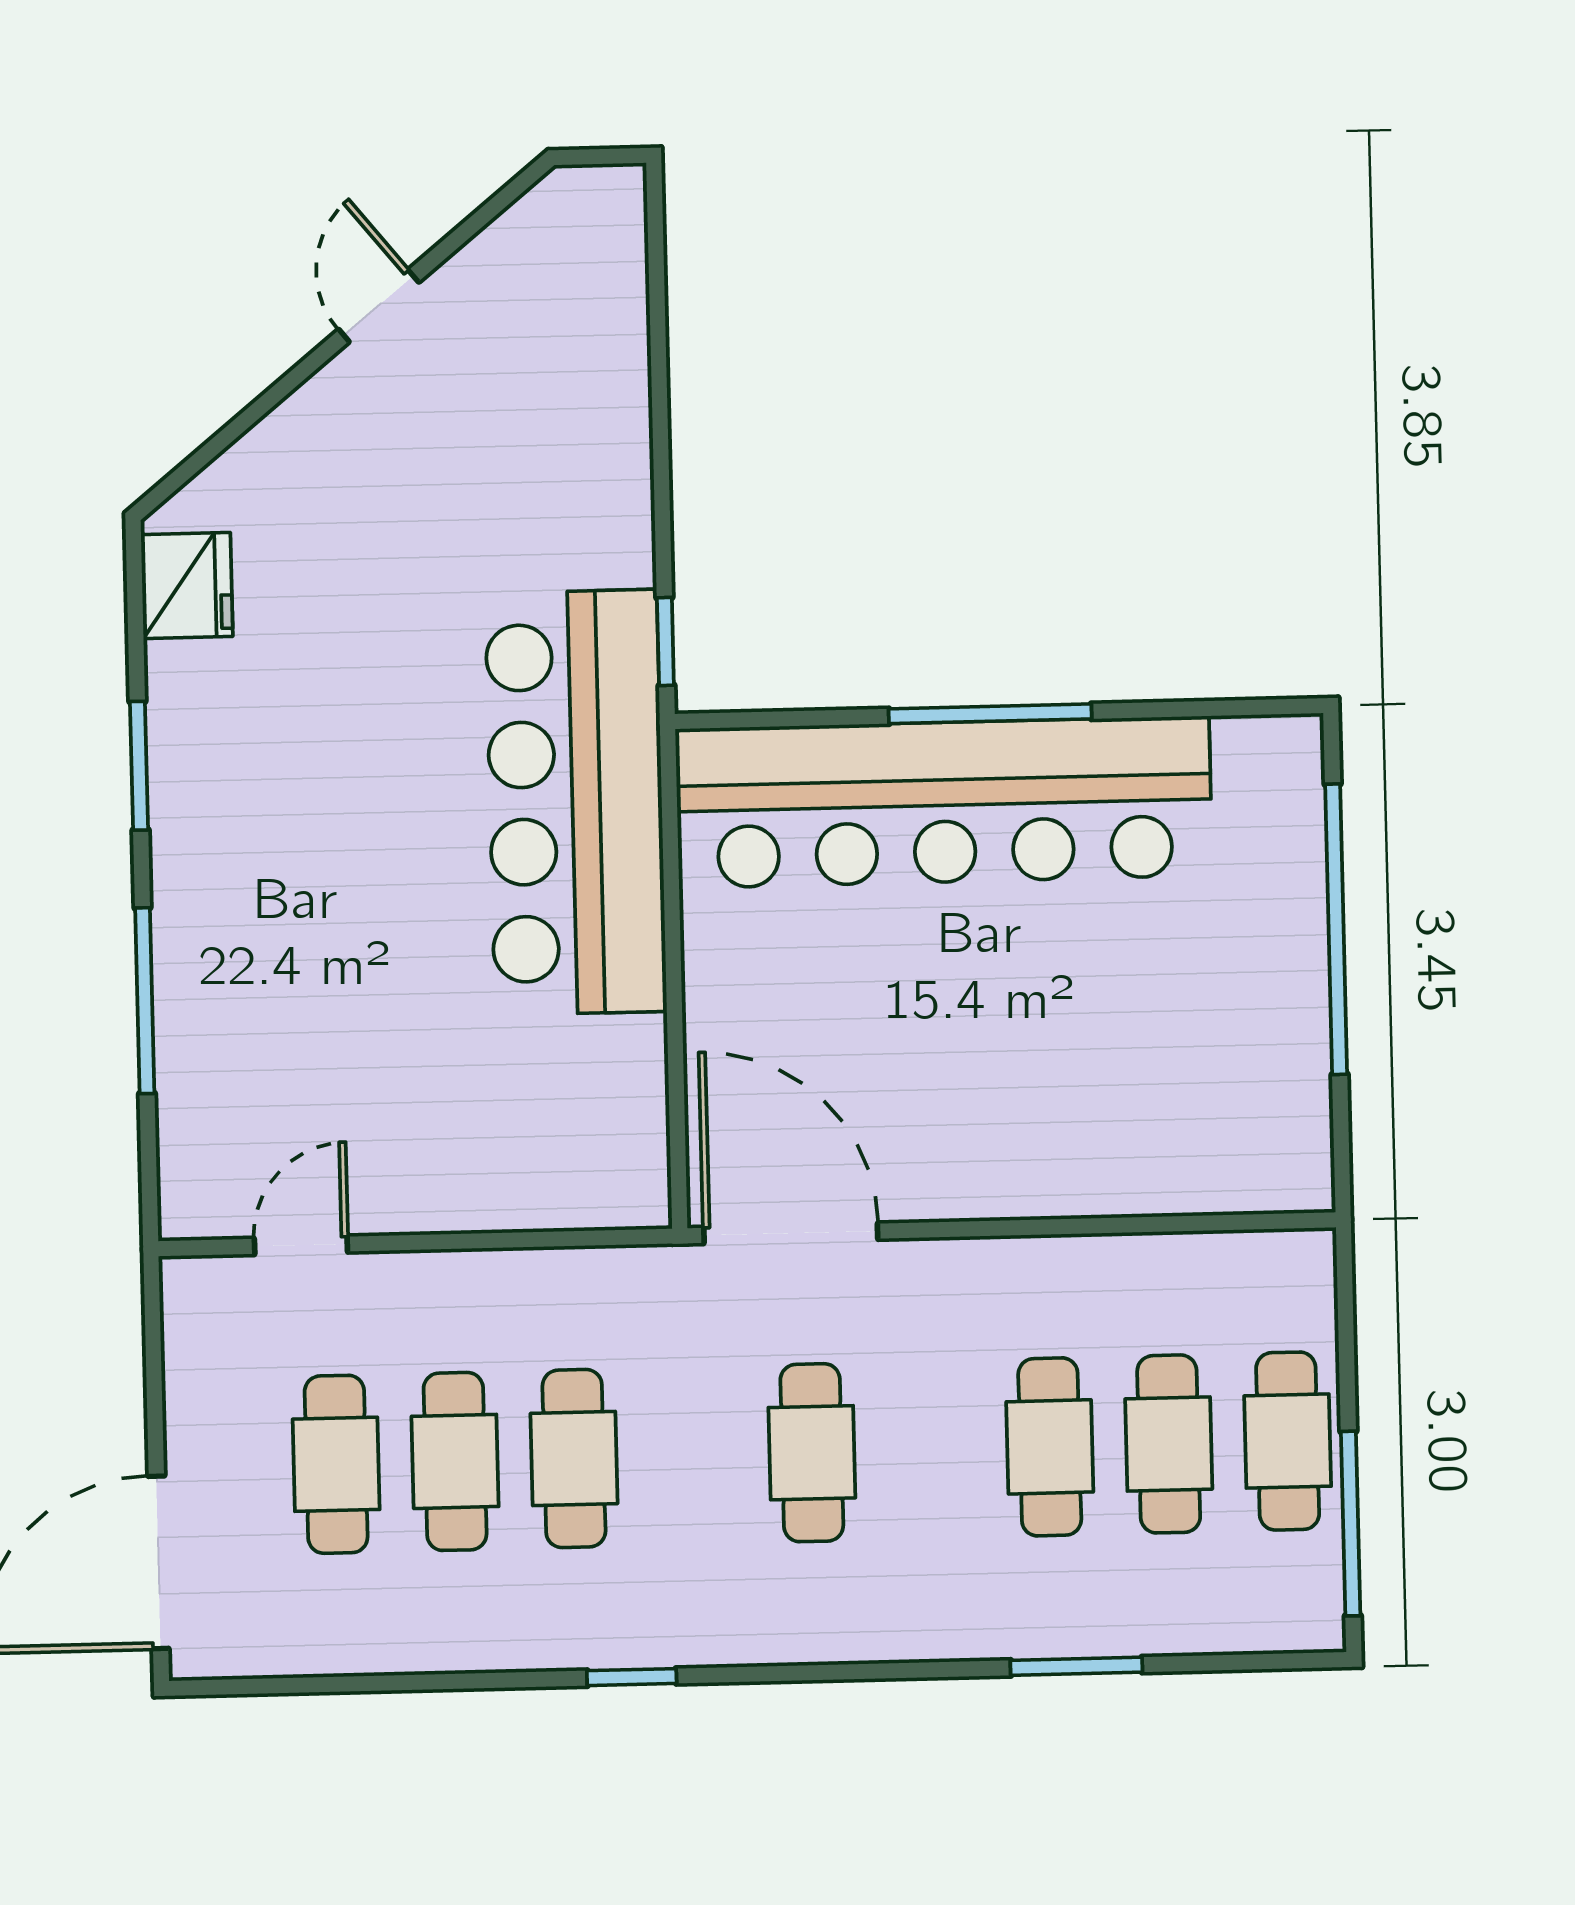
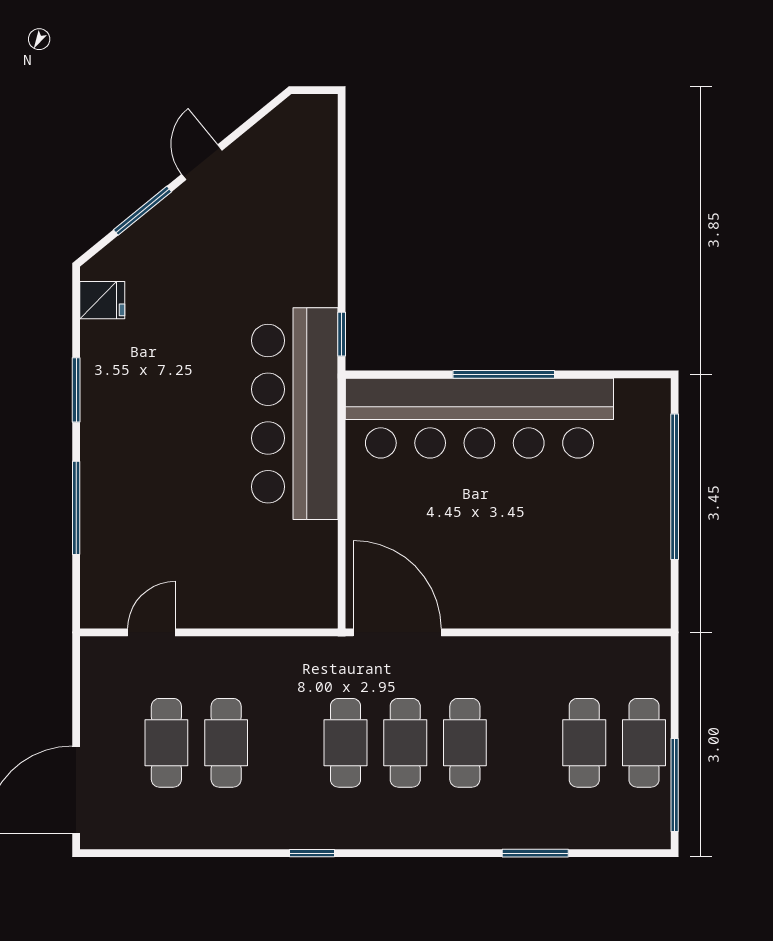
window: (263, 405) -> (142, 211), added
fridge: (187, 585) -> (102, 300), width x0.72
cafe table: (1050, 1447) -> (465, 743), moved
cafe table: (574, 1459) -> (345, 743), moved

